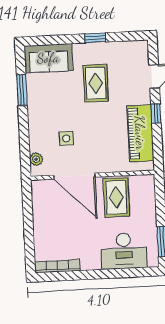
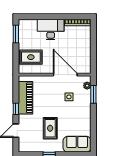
window: (22, 90) -> (93, 94), moved
rug: (116, 197) -> (31, 57), moved, turned 90
desk: (124, 251) -> (51, 30), moved

